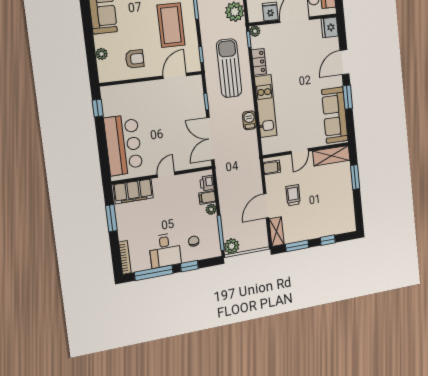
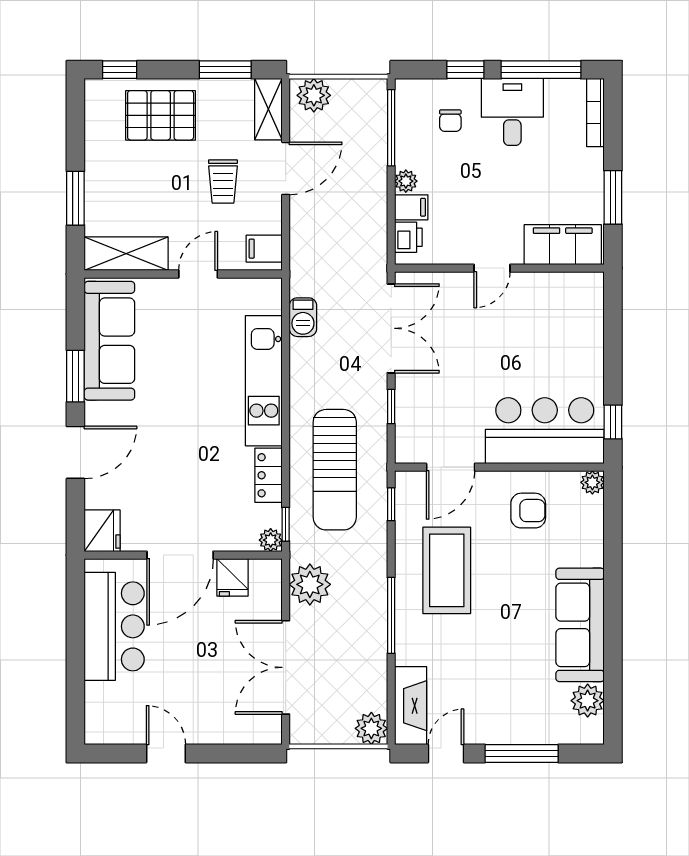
plant: (102, 54) -> (592, 482), moved
armchair: (135, 59) -> (528, 511), turned 180
barbecue: (249, 120) -> (303, 317), moved
bar counter: (123, 145) -> (545, 431), moved, turned 90
pallet: (323, 220) -> (161, 115), added
window: (328, 240) -> (120, 70), moved
plant: (232, 246) -> (314, 95), moved

